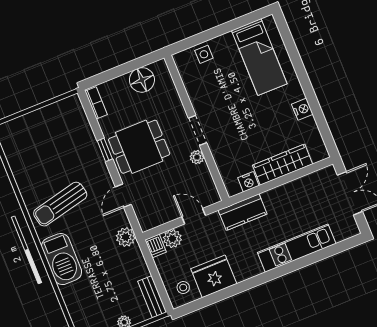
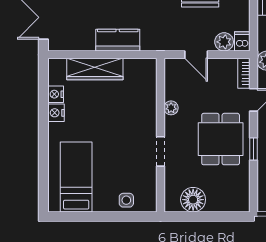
bookcase: (96, 103) -> (244, 73), moved
doorway: (198, 130) -> (160, 151), moved
dining table: (139, 147) -> (221, 139), turned 90
nightstand: (248, 182) -> (56, 94), moved, turned -90
kitchen counter: (243, 212) -> (118, 40), moved

